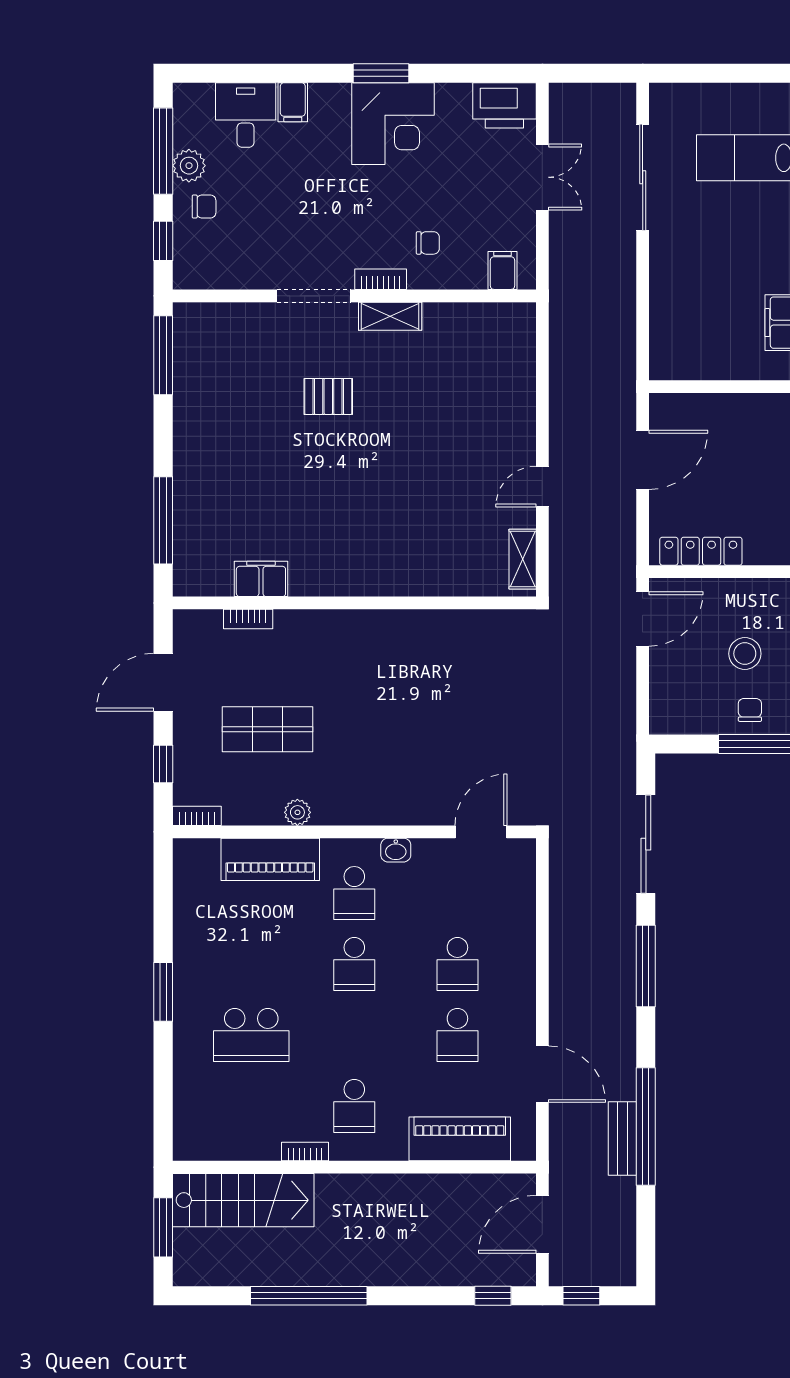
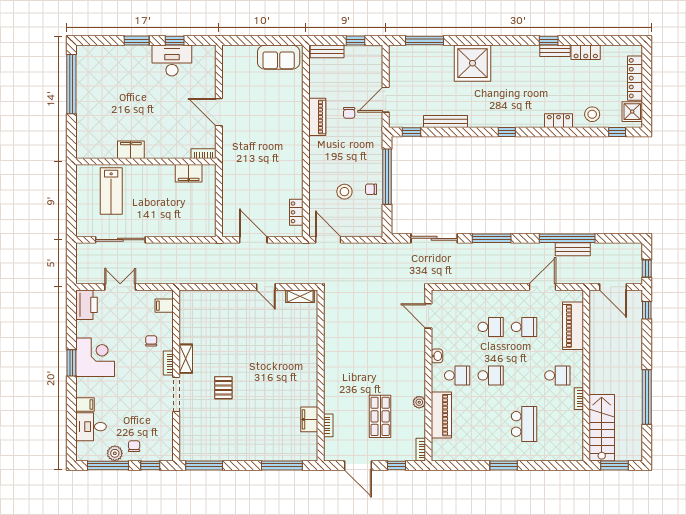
locker: (701, 551) -> (296, 212), width x0.66

